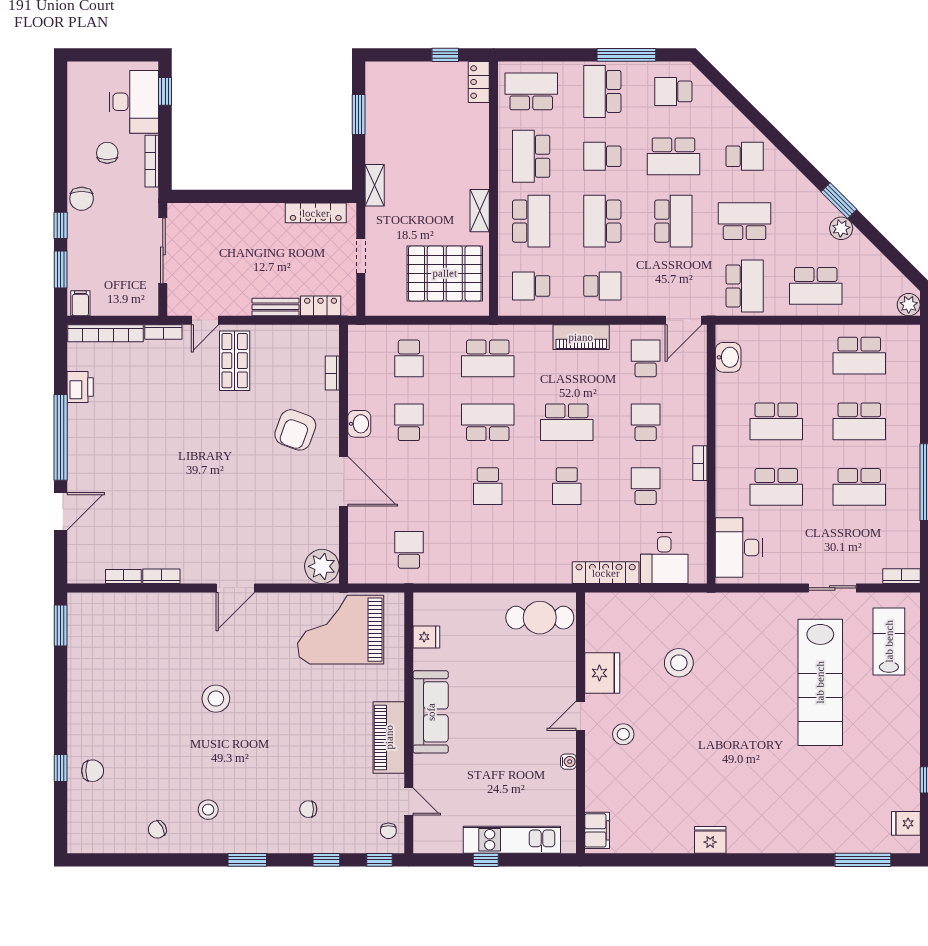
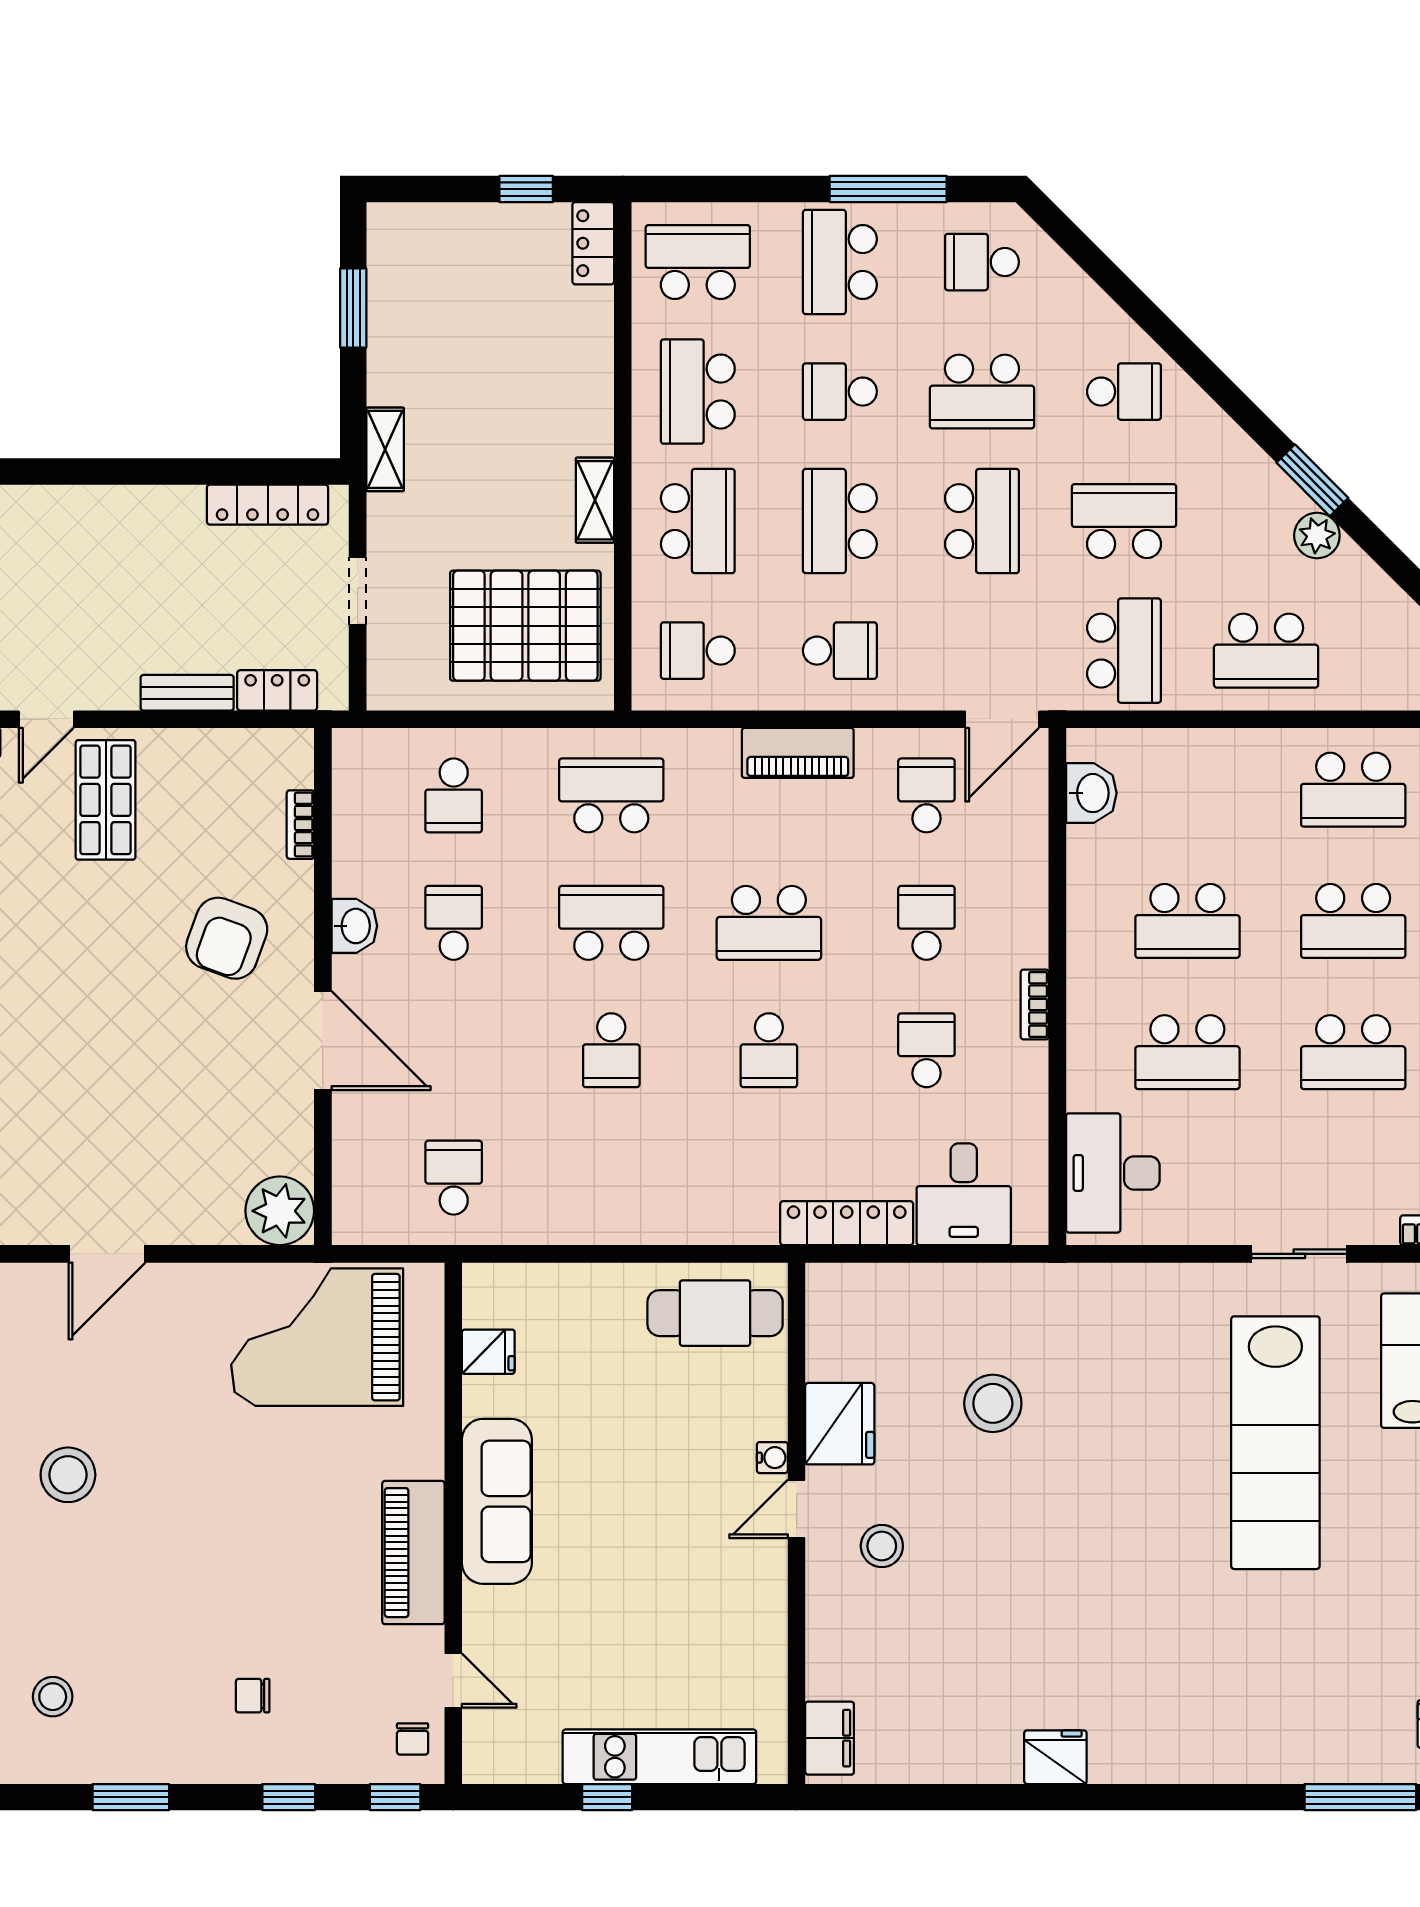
school desk: (488, 358) -> (611, 795), turned 180
water cooler: (568, 762) -> (772, 1458), moved

